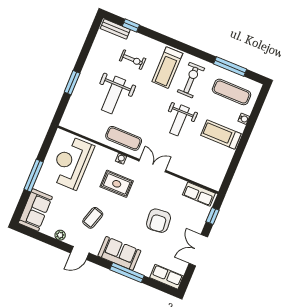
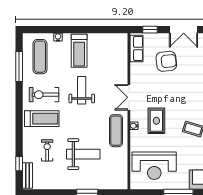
weight bench: (179, 120) -> (82, 90), turned -90
armchair: (159, 221) -> (166, 61), moved

